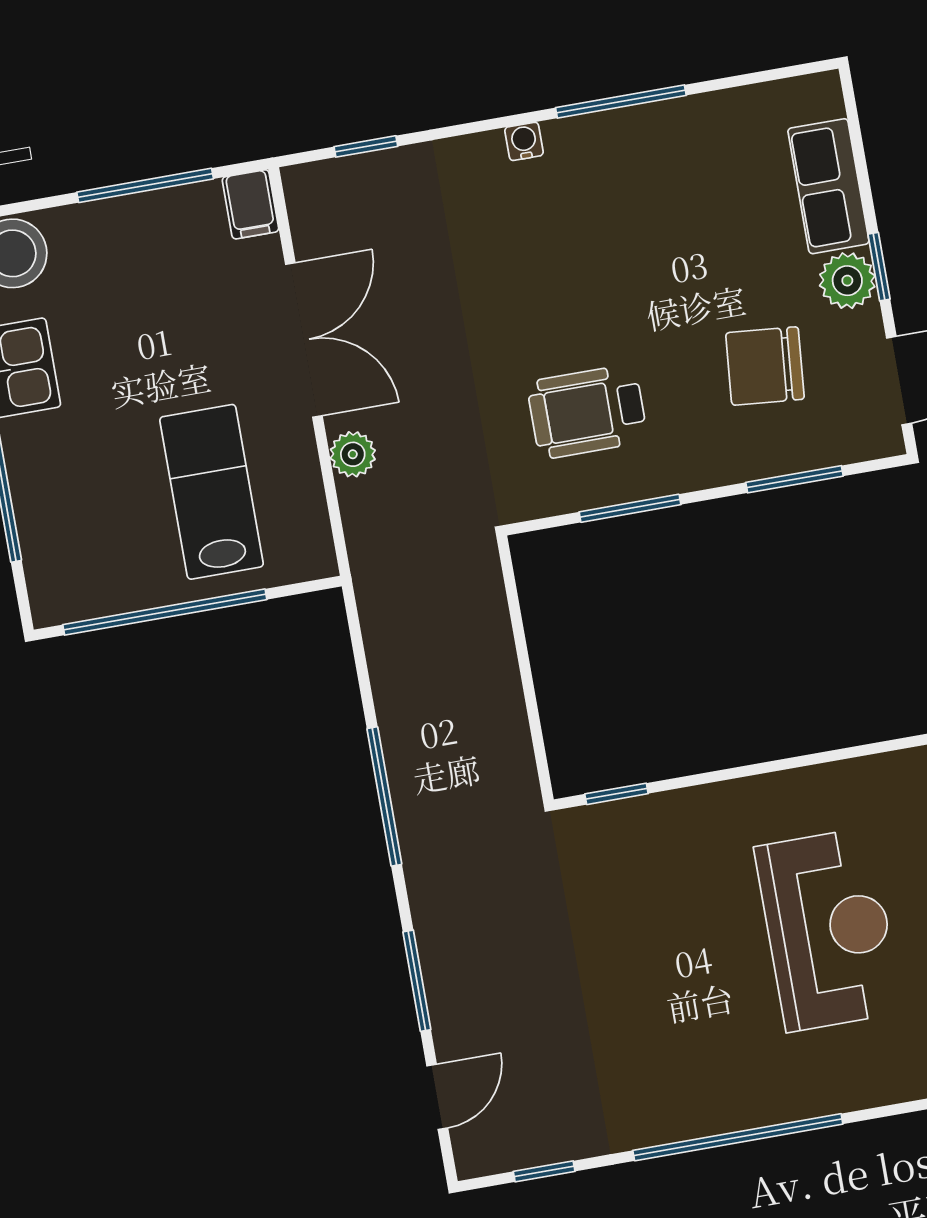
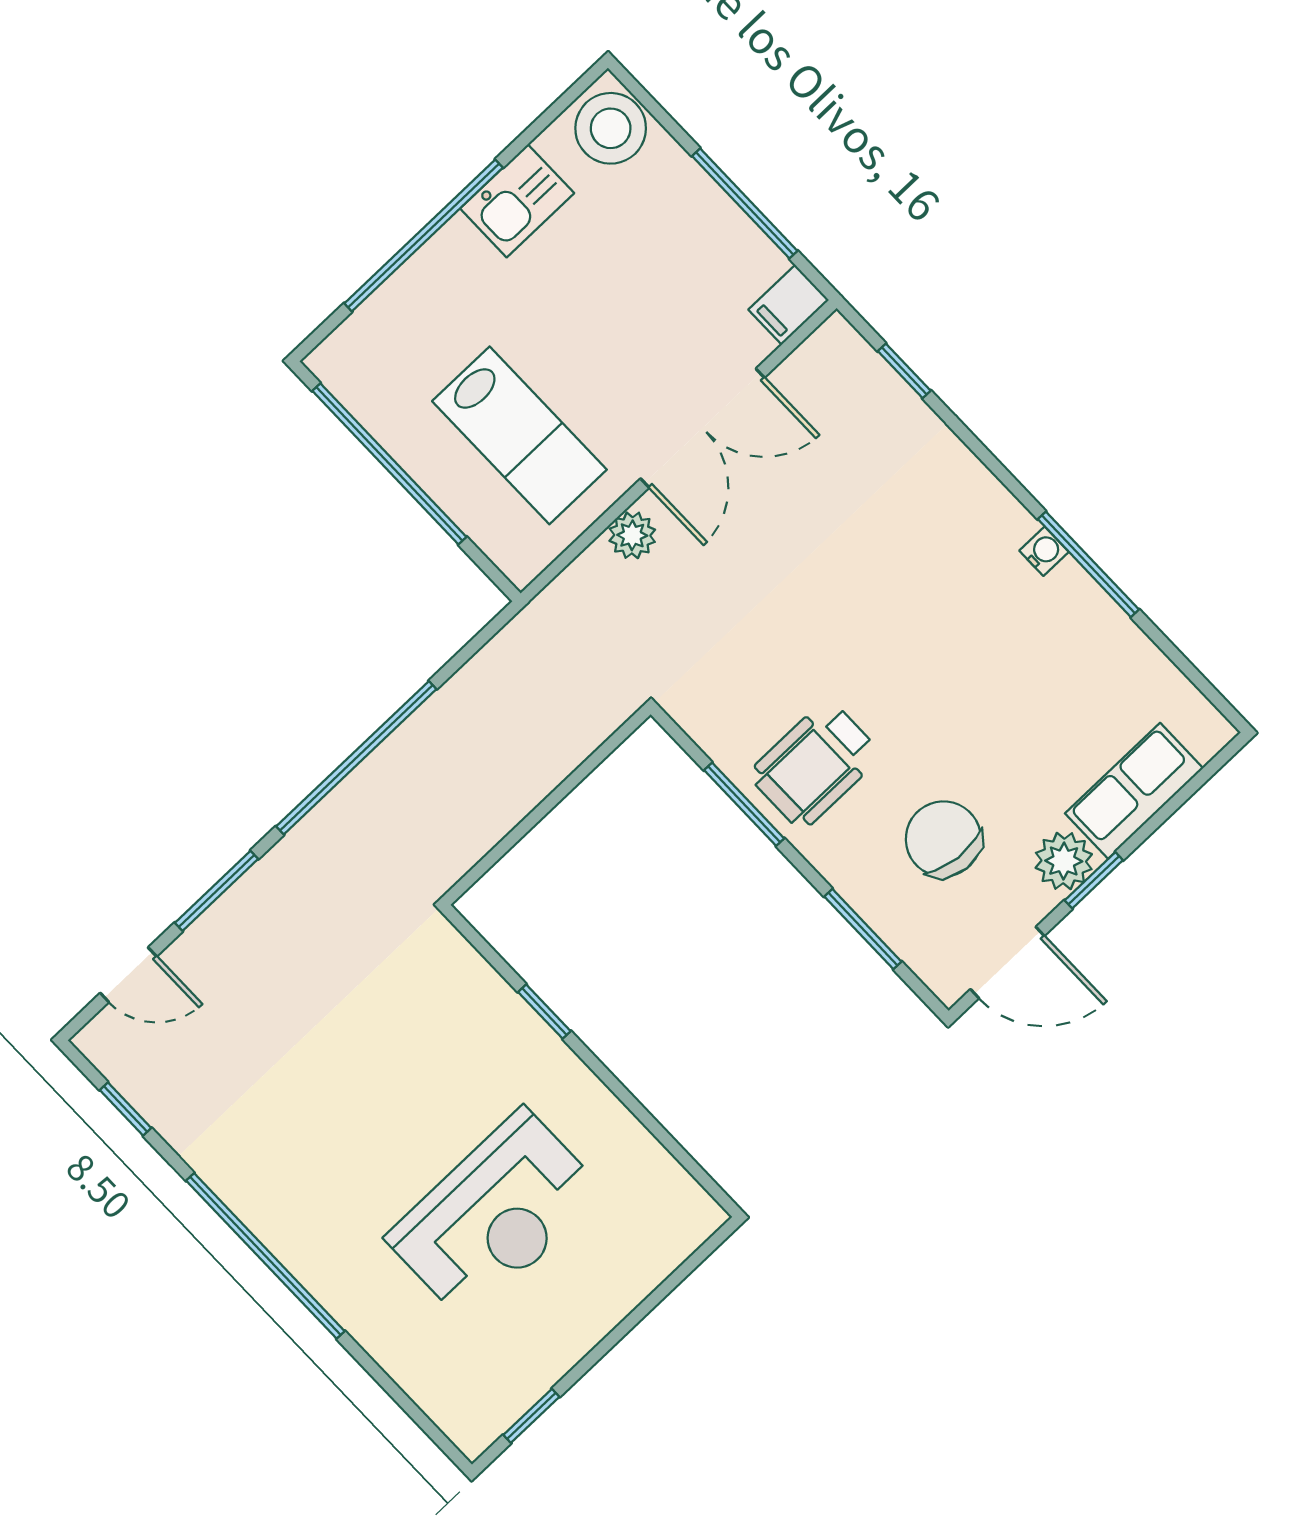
water cooler: (524, 141) -> (1044, 551), moved
wheelchair: (587, 412) -> (815, 765), moved, turned -90
lab bench: (212, 492) -> (519, 435), turned 90
window: (616, 794) -> (544, 1012), moved
window: (384, 796) -> (356, 758), width x1.46

